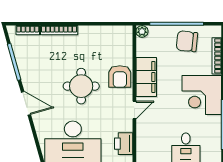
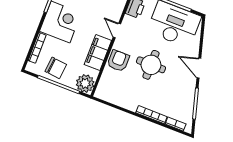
plant: (142, 31) -> (85, 83), width x1.88, depth x1.88
door: (134, 110) -> (117, 30), hinge flipped

